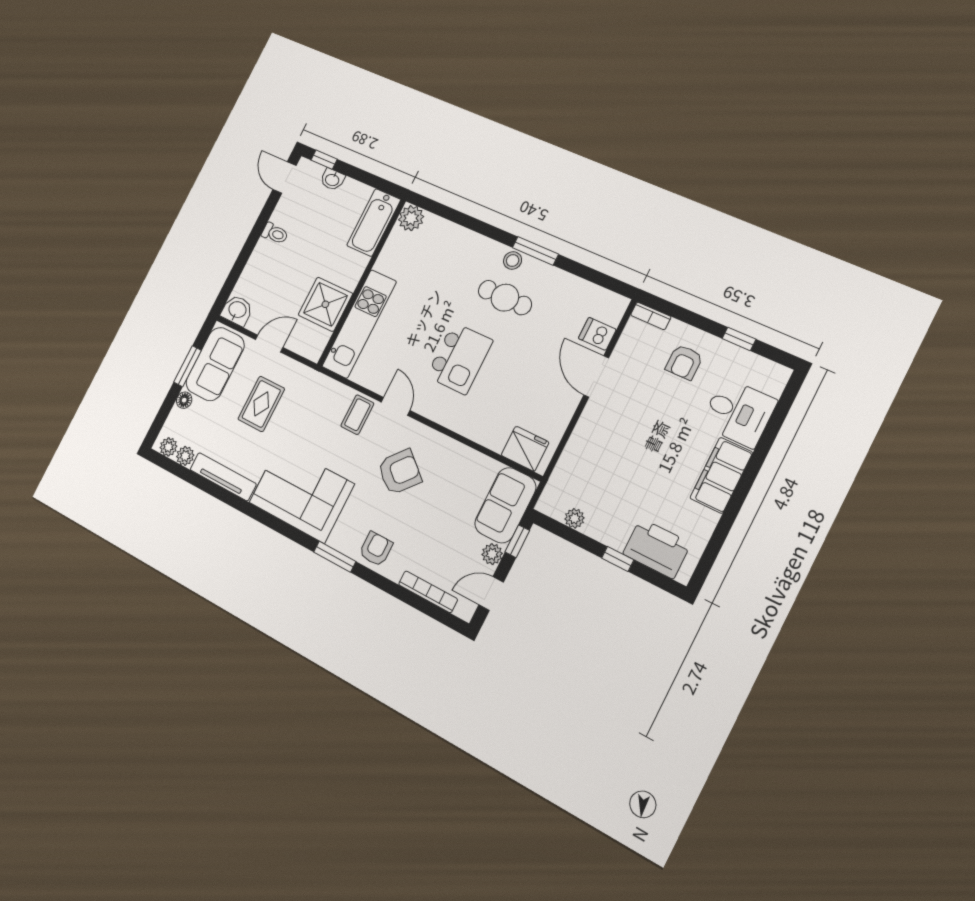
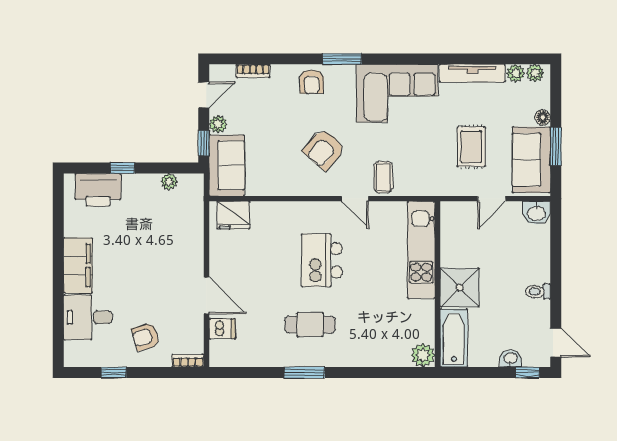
stool: (513, 261) -> (319, 357), removed
shower: (325, 304) -> (460, 288), moved
armchair: (684, 362) -> (146, 337), turned -107
bookcase: (428, 592) -> (253, 71), width x0.64

